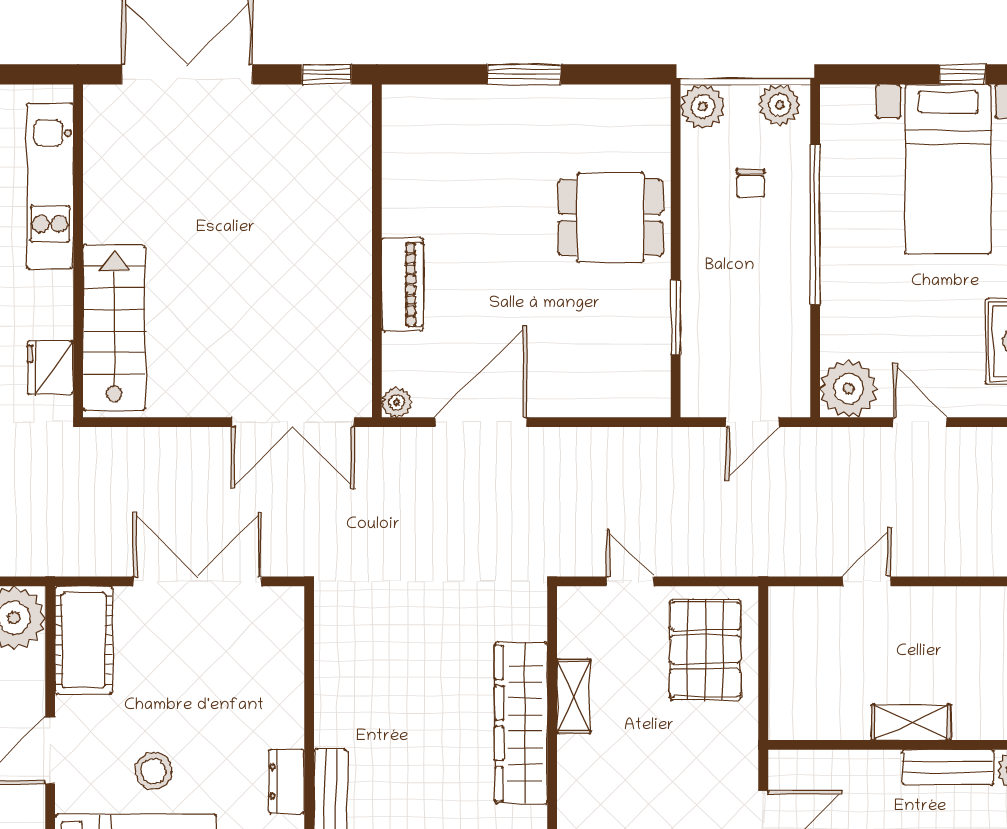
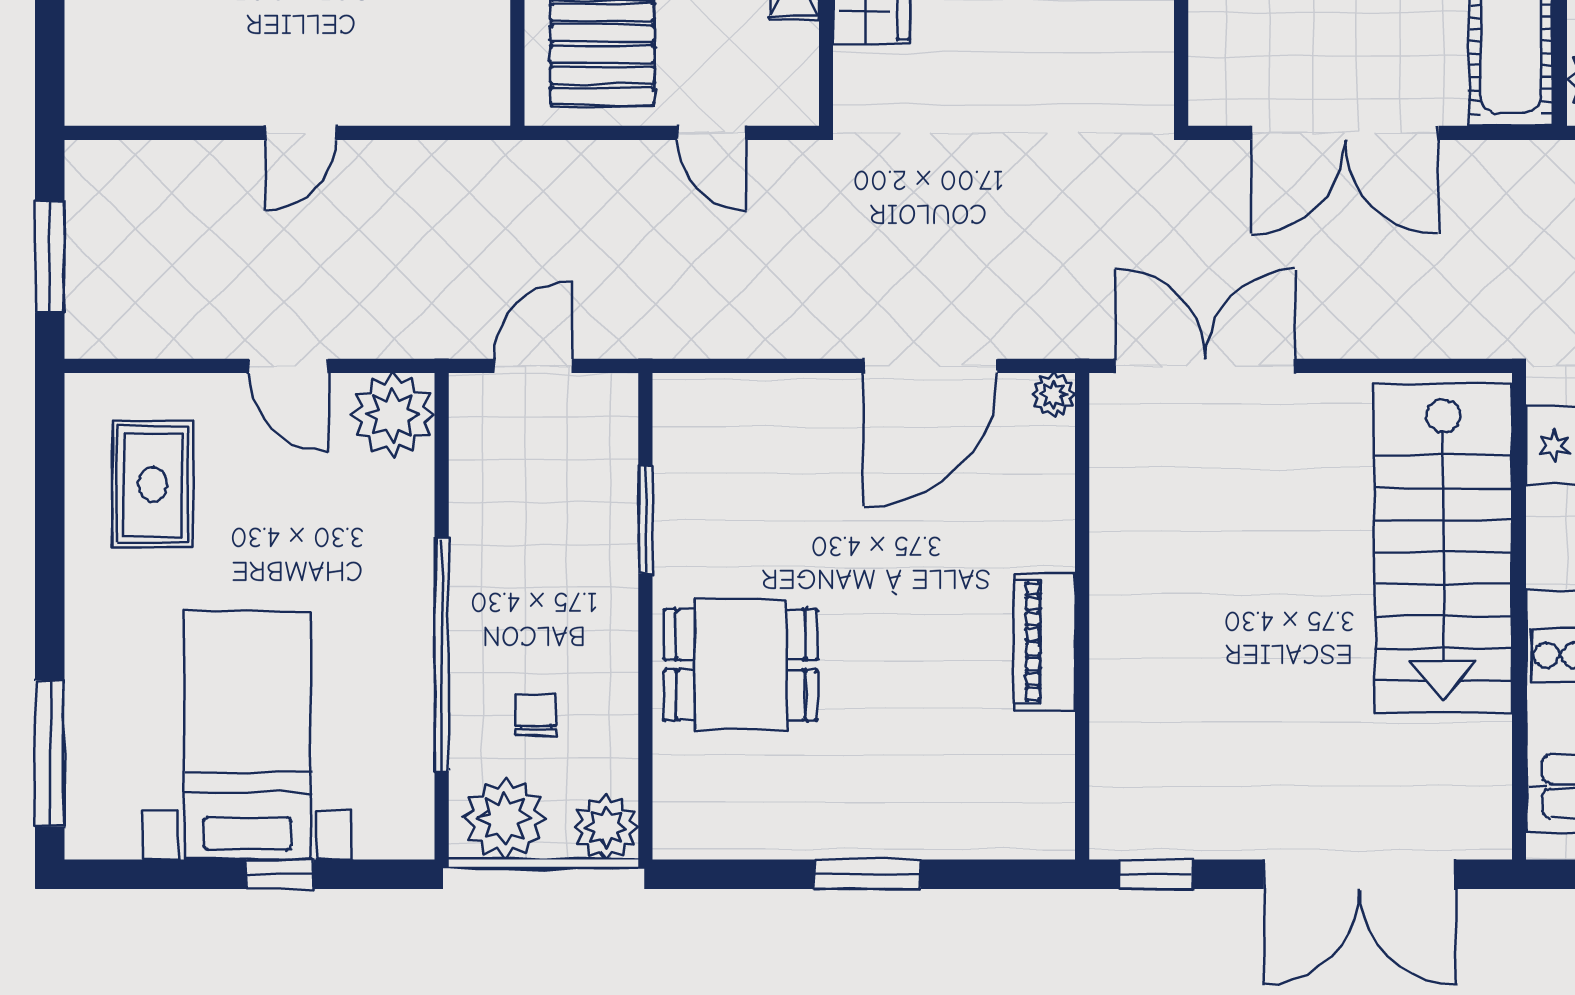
window: (962, 74) -> (280, 874), moved
plant: (779, 105) -> (505, 818), width x1.36, depth x1.36
piano: (403, 285) -> (1045, 641), moved
stairs: (114, 328) -> (1443, 548), width x1.36, depth x1.51
door: (867, 581) -> (301, 133), moved

